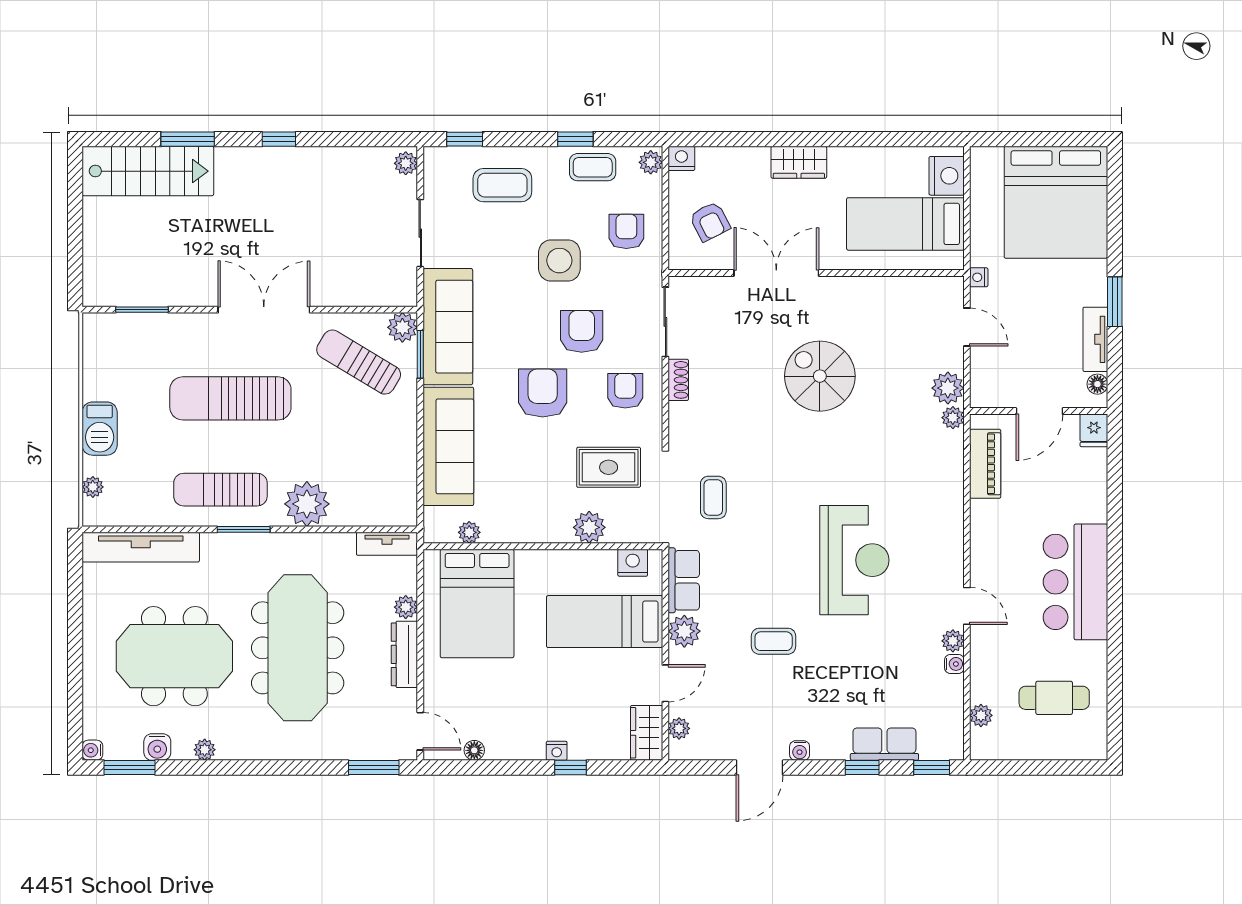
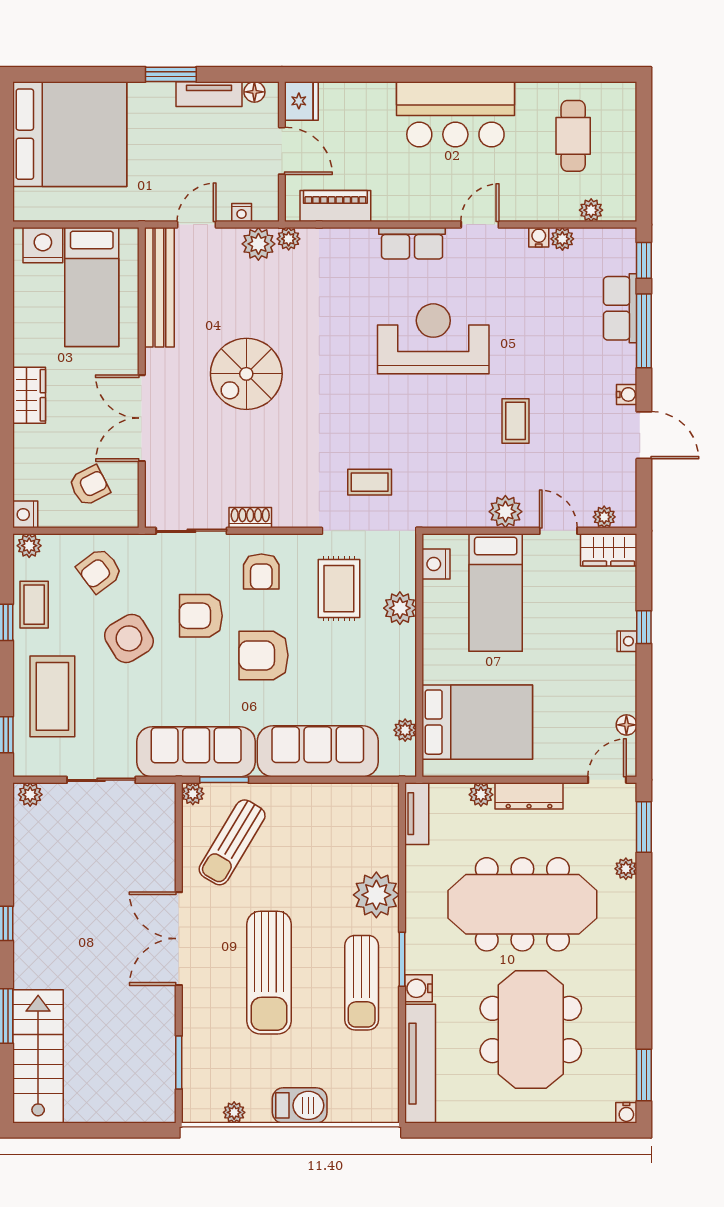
coffee table: (502, 185) -> (52, 696), width x1.36, depth x1.32
armchair: (626, 231) -> (99, 570), turned -37
side table: (559, 261) -> (129, 638), turned -31
nightstand: (979, 277) -> (242, 213), moved
bench: (905, 290) -> (159, 287), added
plant: (402, 327) -> (193, 794), width x0.73, depth x0.73
armchair: (625, 391) -> (261, 572), turned -90
fridge: (1094, 430) -> (301, 101), width x1.38
plant: (93, 487) -> (234, 1112), moved
row of seats: (684, 580) -> (412, 243), moved, turned 180
plant: (953, 641) -> (562, 239), moved
water cooler: (157, 747) -> (419, 988), moved, turned 180
plant: (205, 750) -> (626, 869), moved
window: (862, 767) -> (644, 331), width x2.17

